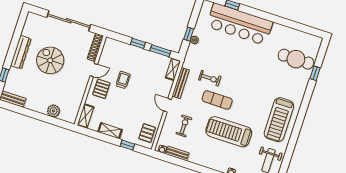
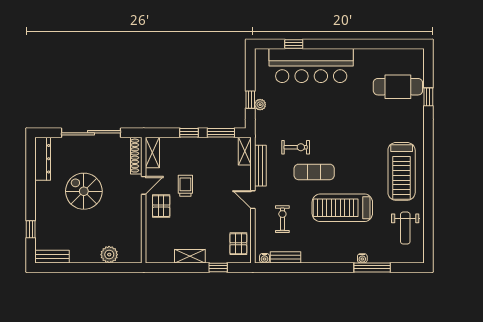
dresser: (21, 52) -> (43, 159), moved
shelving: (86, 116) -> (152, 153), moved

